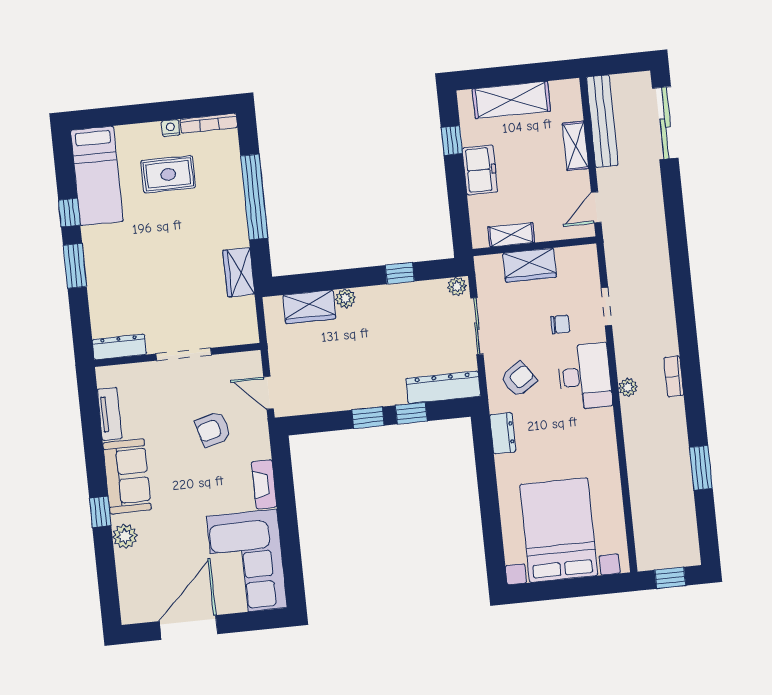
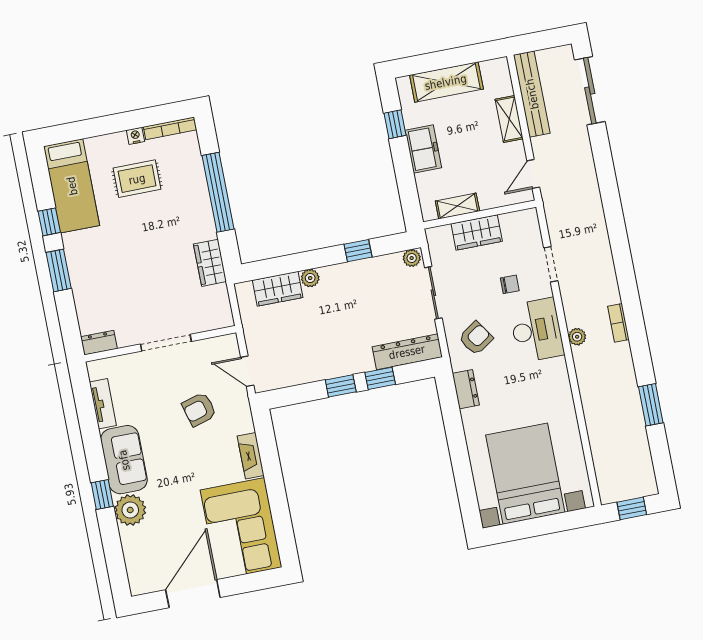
dresser: (119, 347) -> (99, 343), width x0.70
plant: (125, 536) -> (130, 510), width x1.36, depth x1.36

